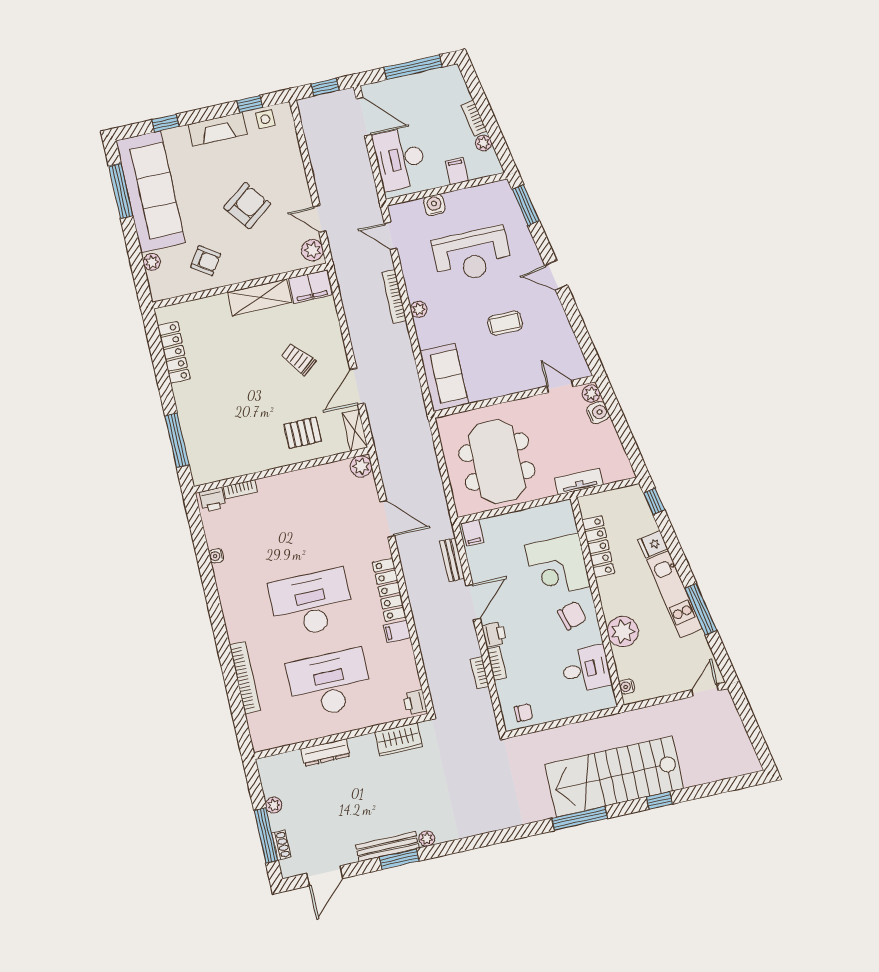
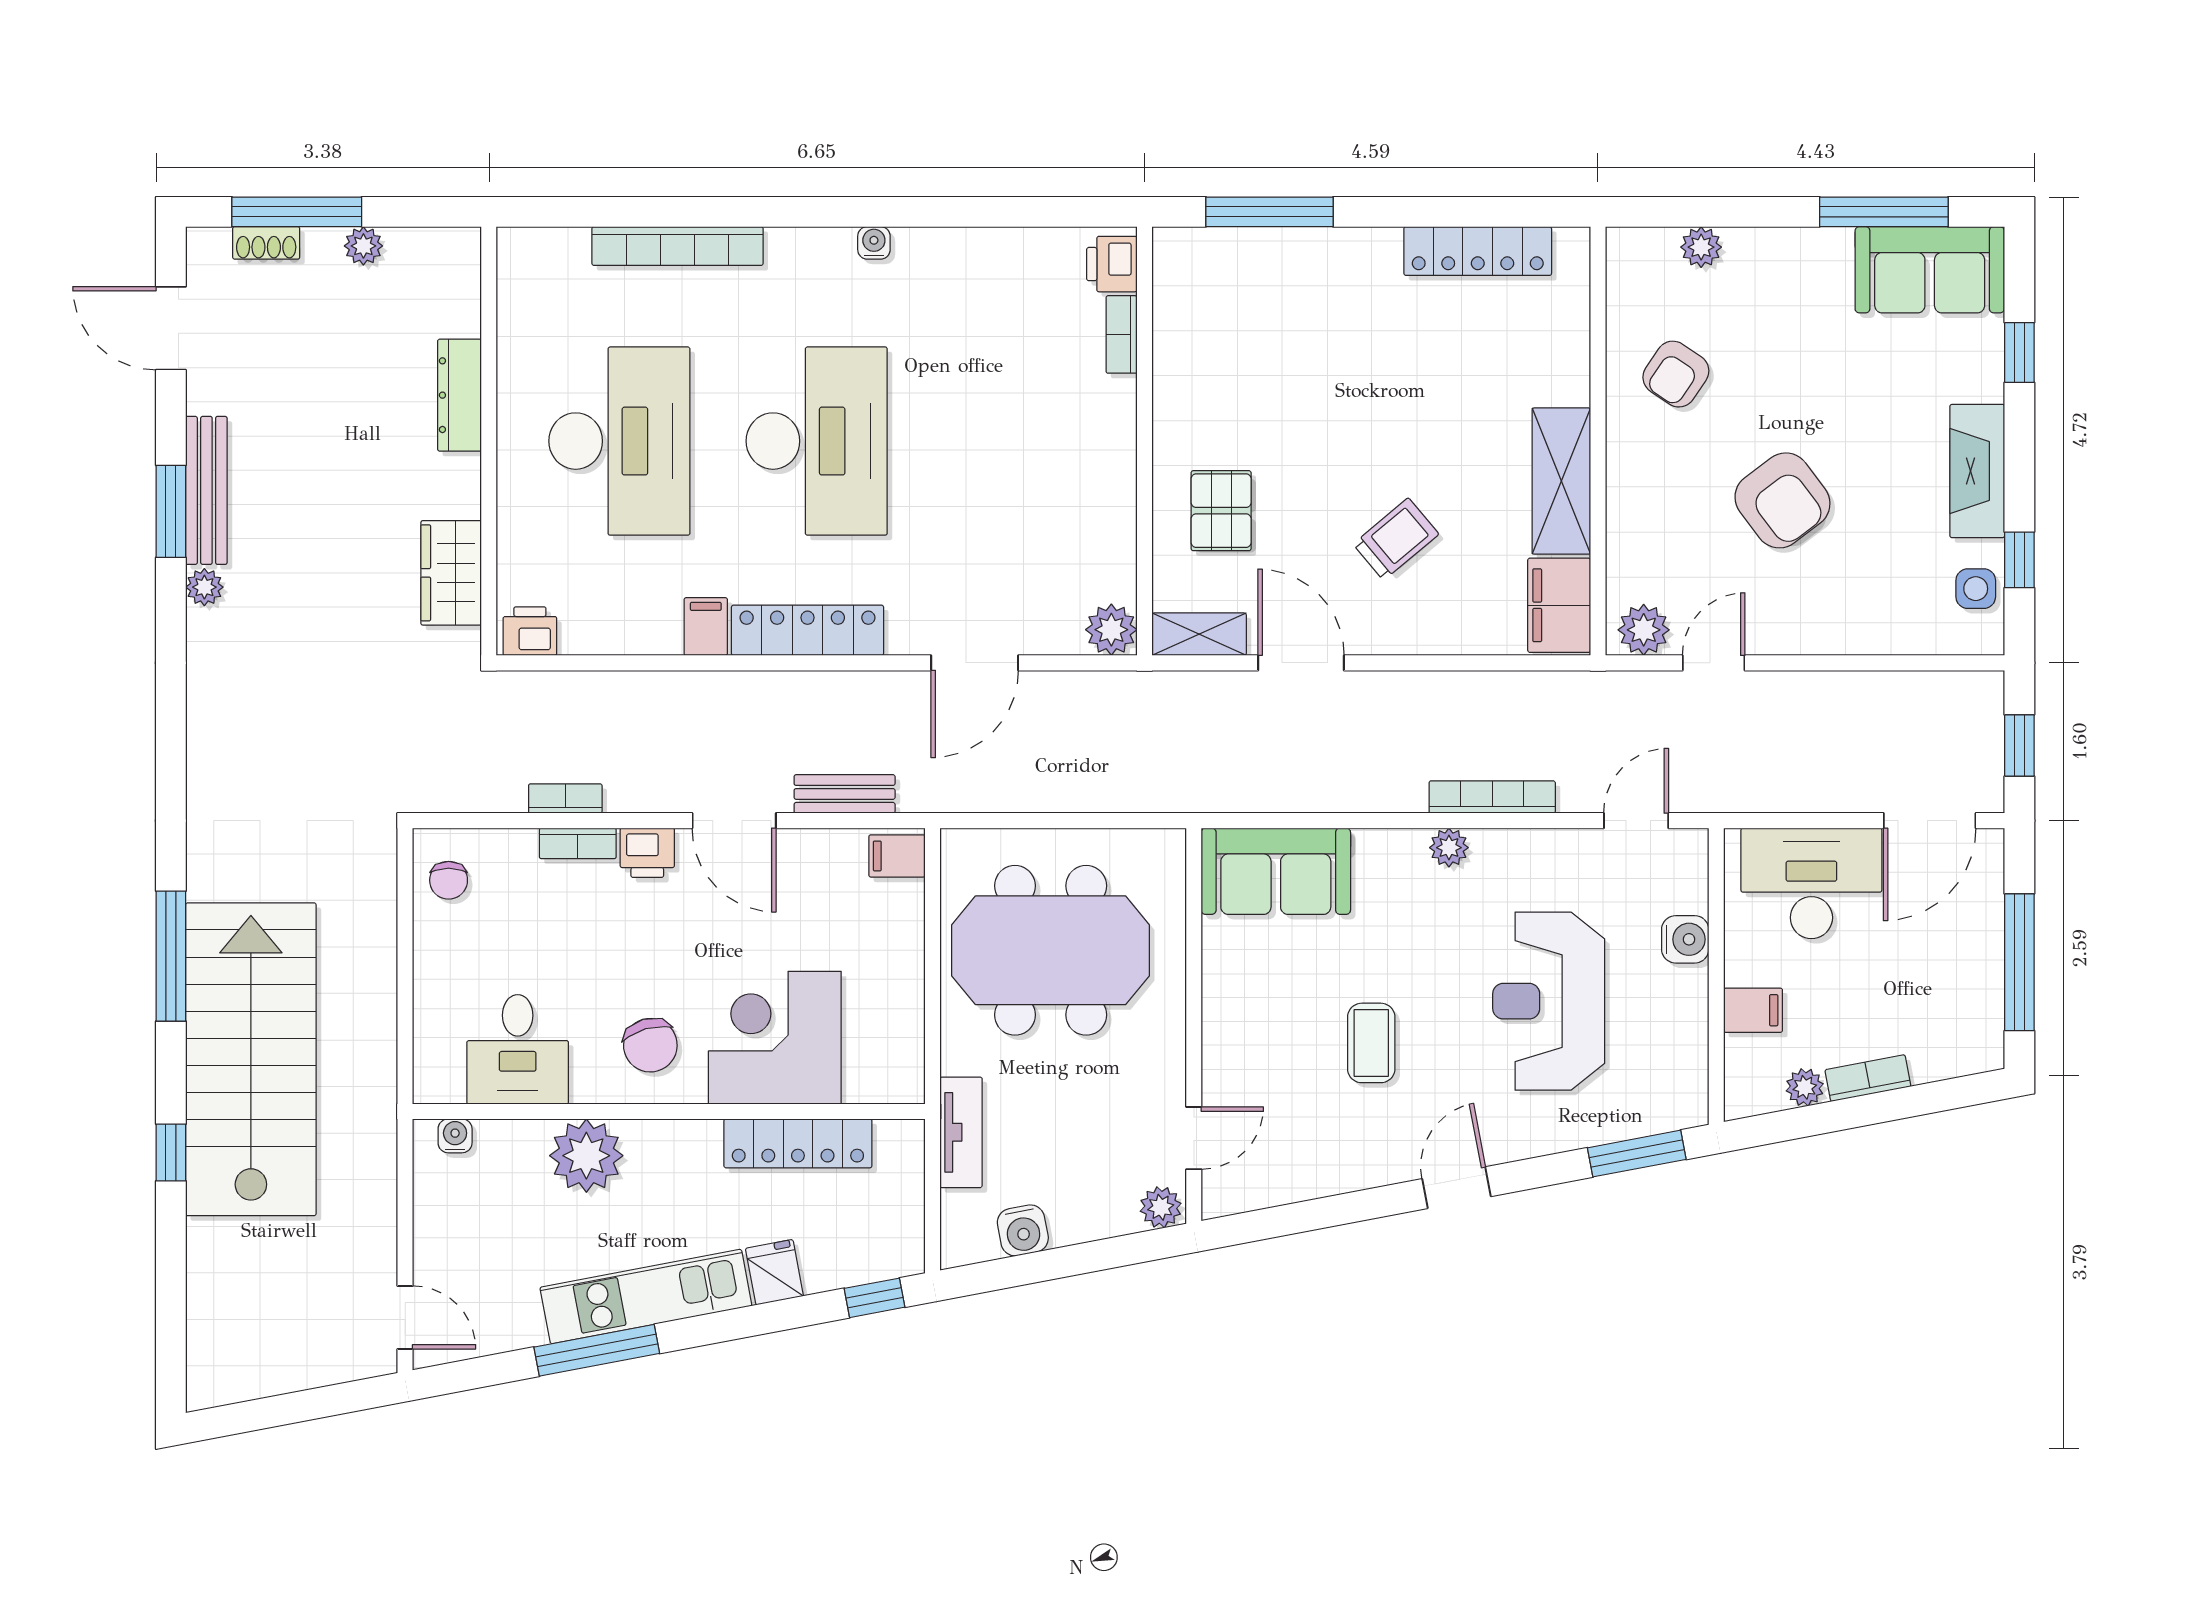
sofa: (151, 192) -> (1930, 270), width x0.54, depth x0.79
water cooler: (598, 413) -> (1023, 1230), moved
water cooler: (216, 556) -> (874, 243), moved

